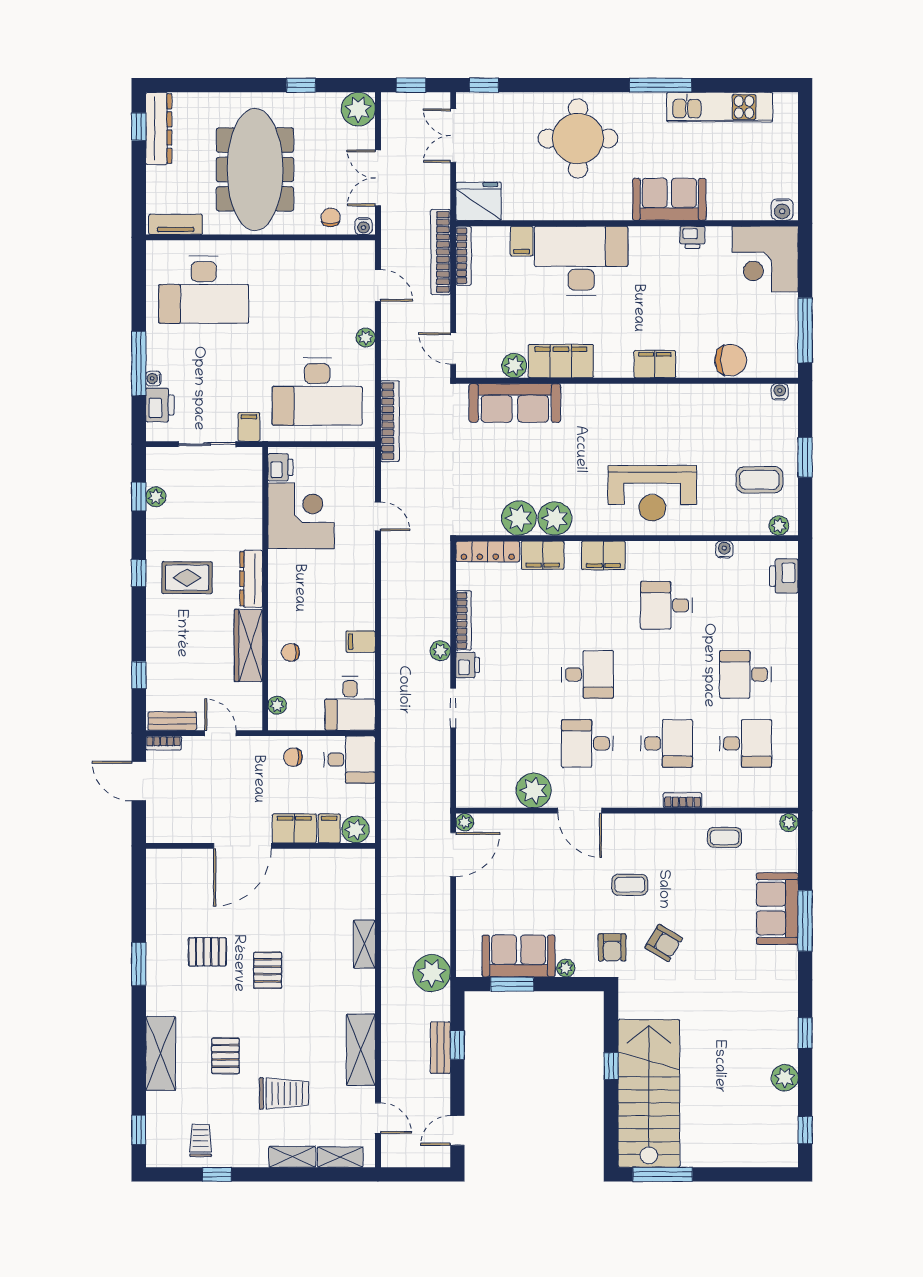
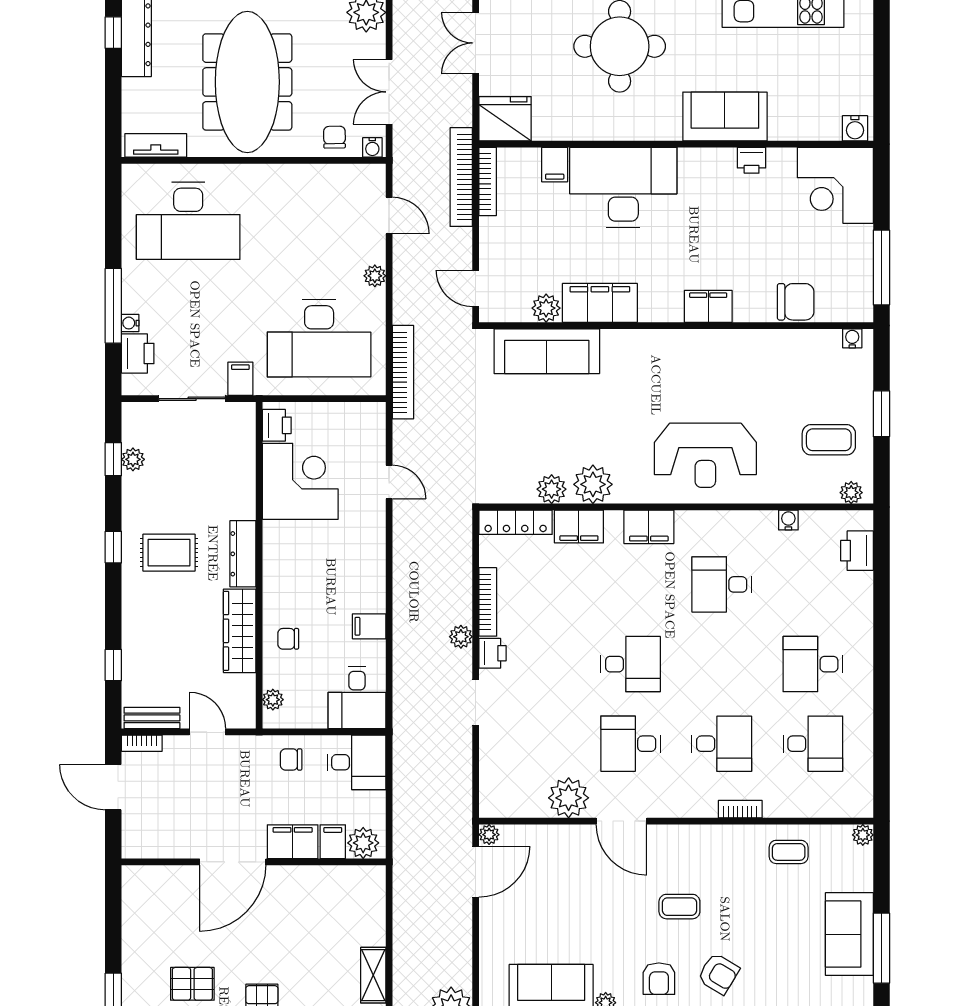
plant: (519, 518) -> (552, 489), width x0.73, depth x0.73

